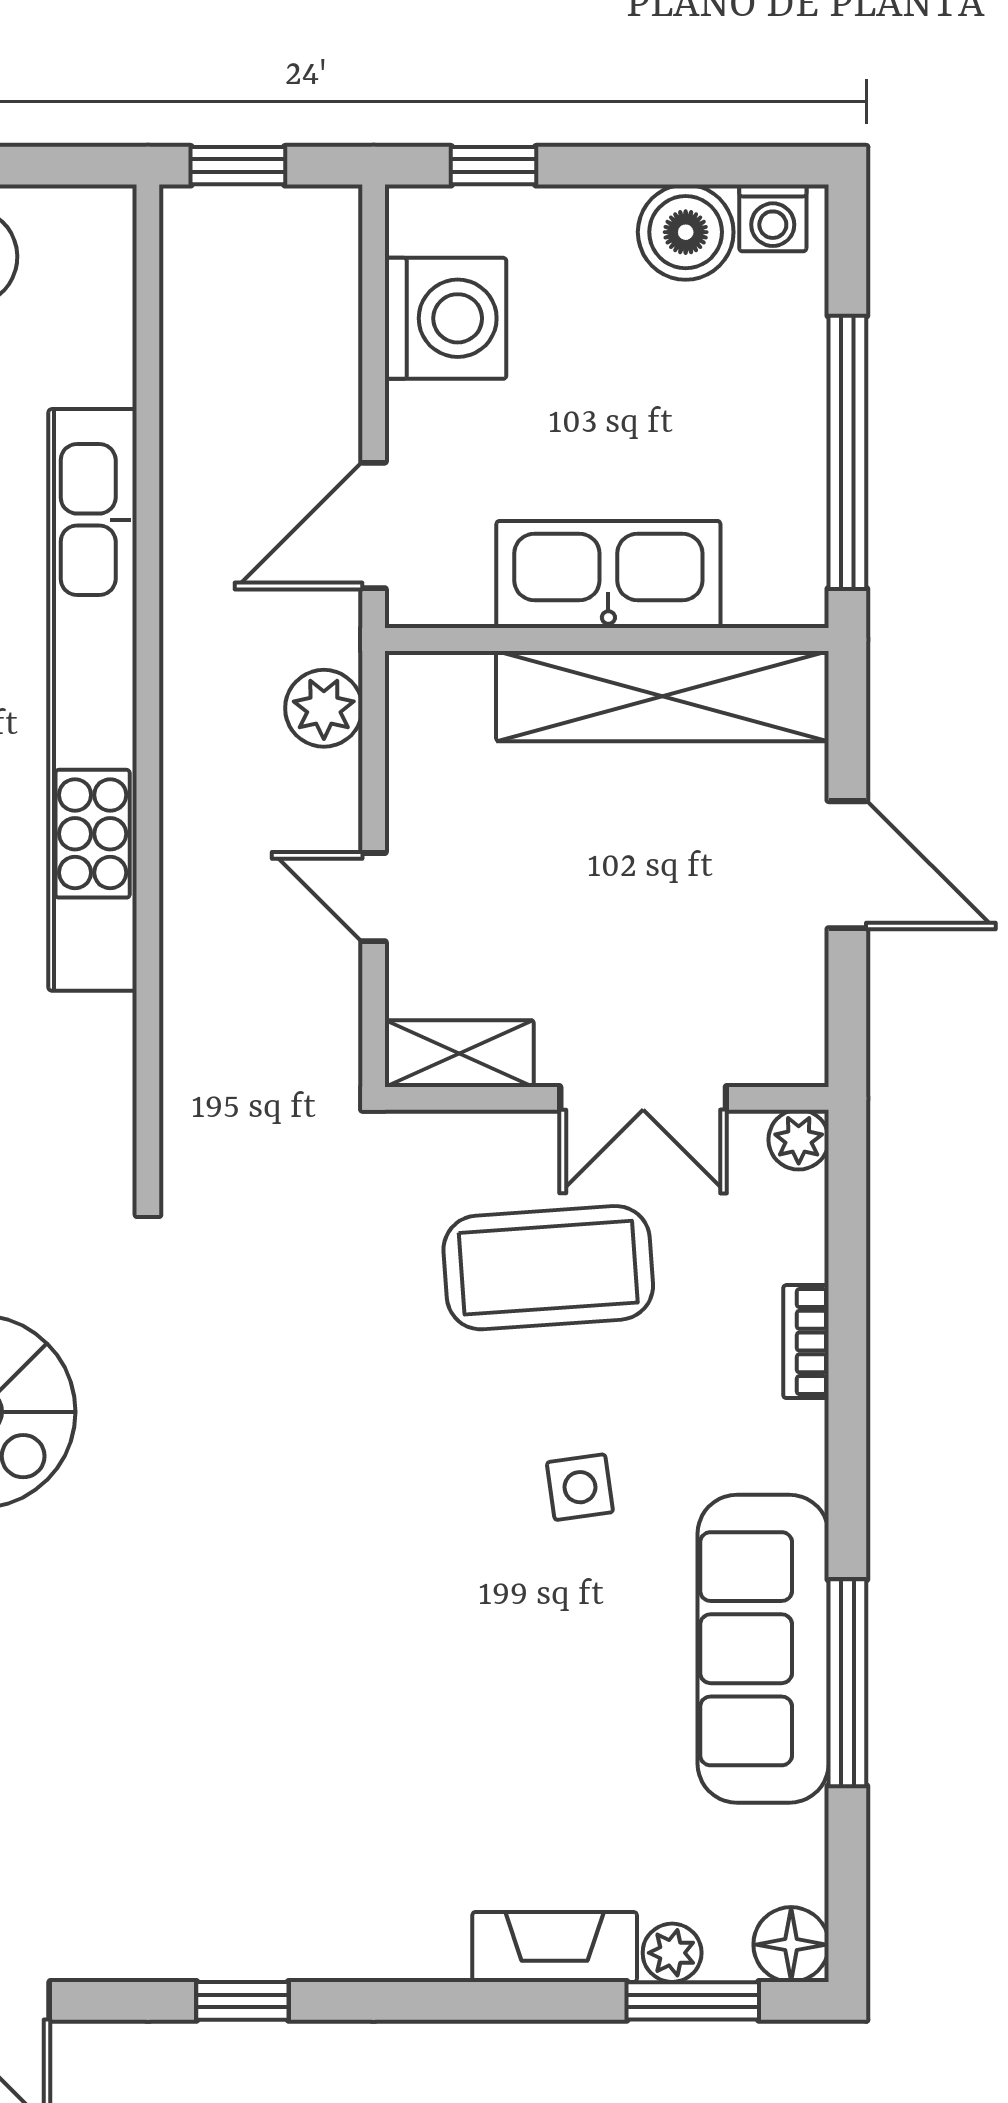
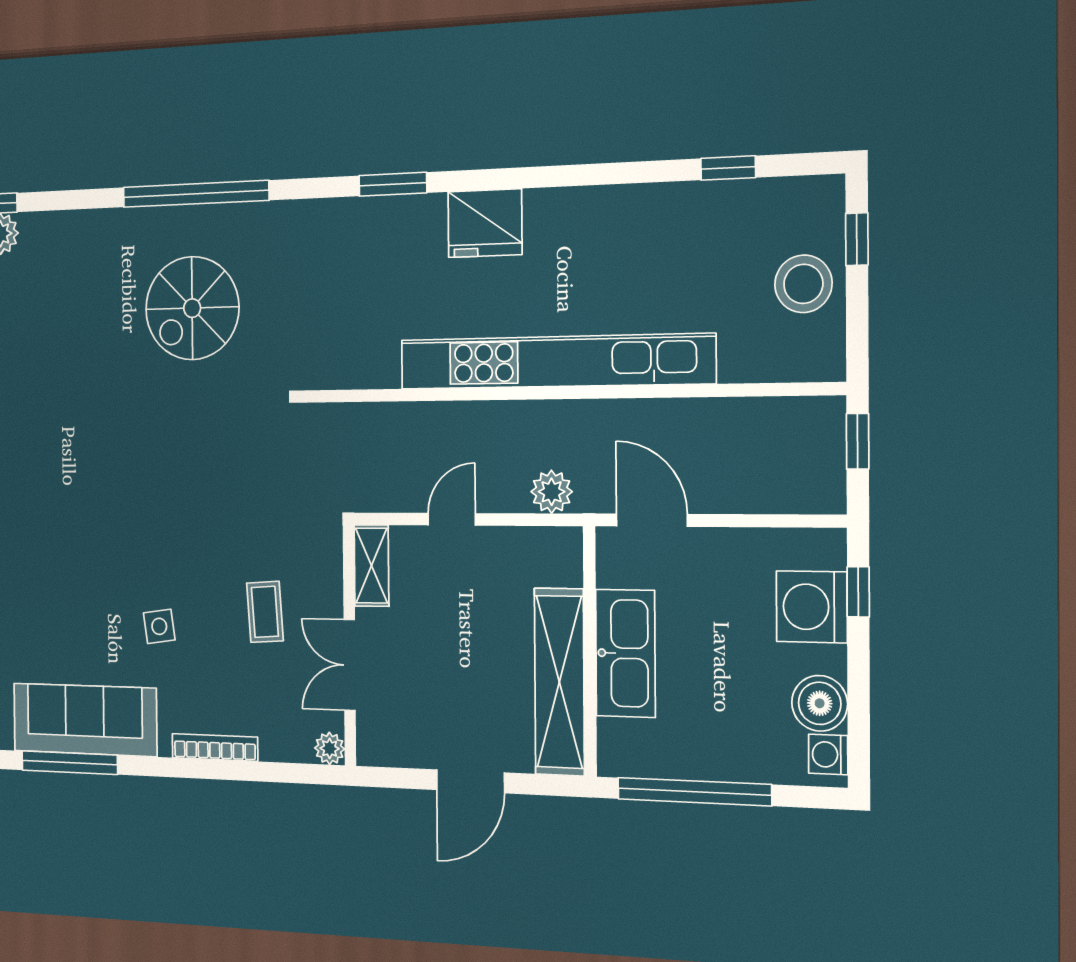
washing machine: (446, 318) -> (812, 607), moved, turned 90
coffee table: (548, 1268) -> (265, 612), width x0.54, depth x0.58
bookcase: (806, 1342) -> (215, 747), width x1.56

